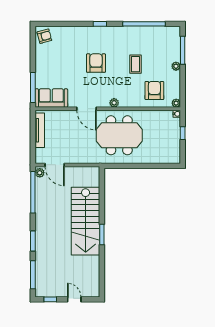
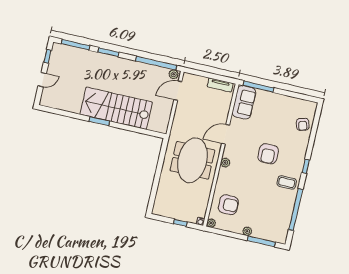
armchair: (44, 36) -> (303, 124), moved
armchair: (96, 63) -> (268, 154), turned 90
coffee table: (136, 64) -> (287, 182), moved
tv unit: (40, 130) -> (220, 85), width x0.71

